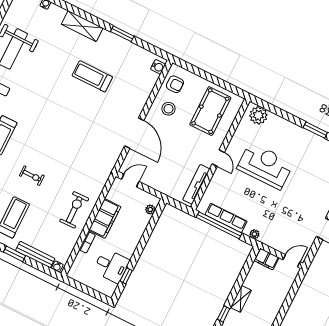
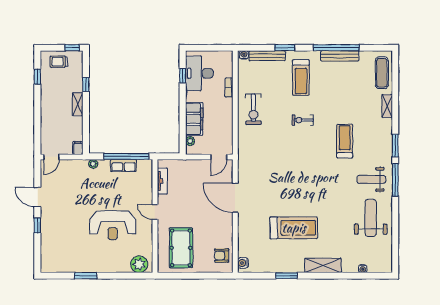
treadmill: (92, 76) -> (294, 228), width x1.37, depth x1.38
stool: (168, 109) -> (217, 232), removed
tv unit: (196, 184) -> (162, 181), width x0.71
filing cabinet: (105, 218) -> (194, 119), moved, turned 180
row of seats: (226, 218) -> (124, 165), width x0.68
filing cabinet: (266, 259) -> (78, 148), width x0.50
desk: (111, 266) -> (199, 73), width x1.37

